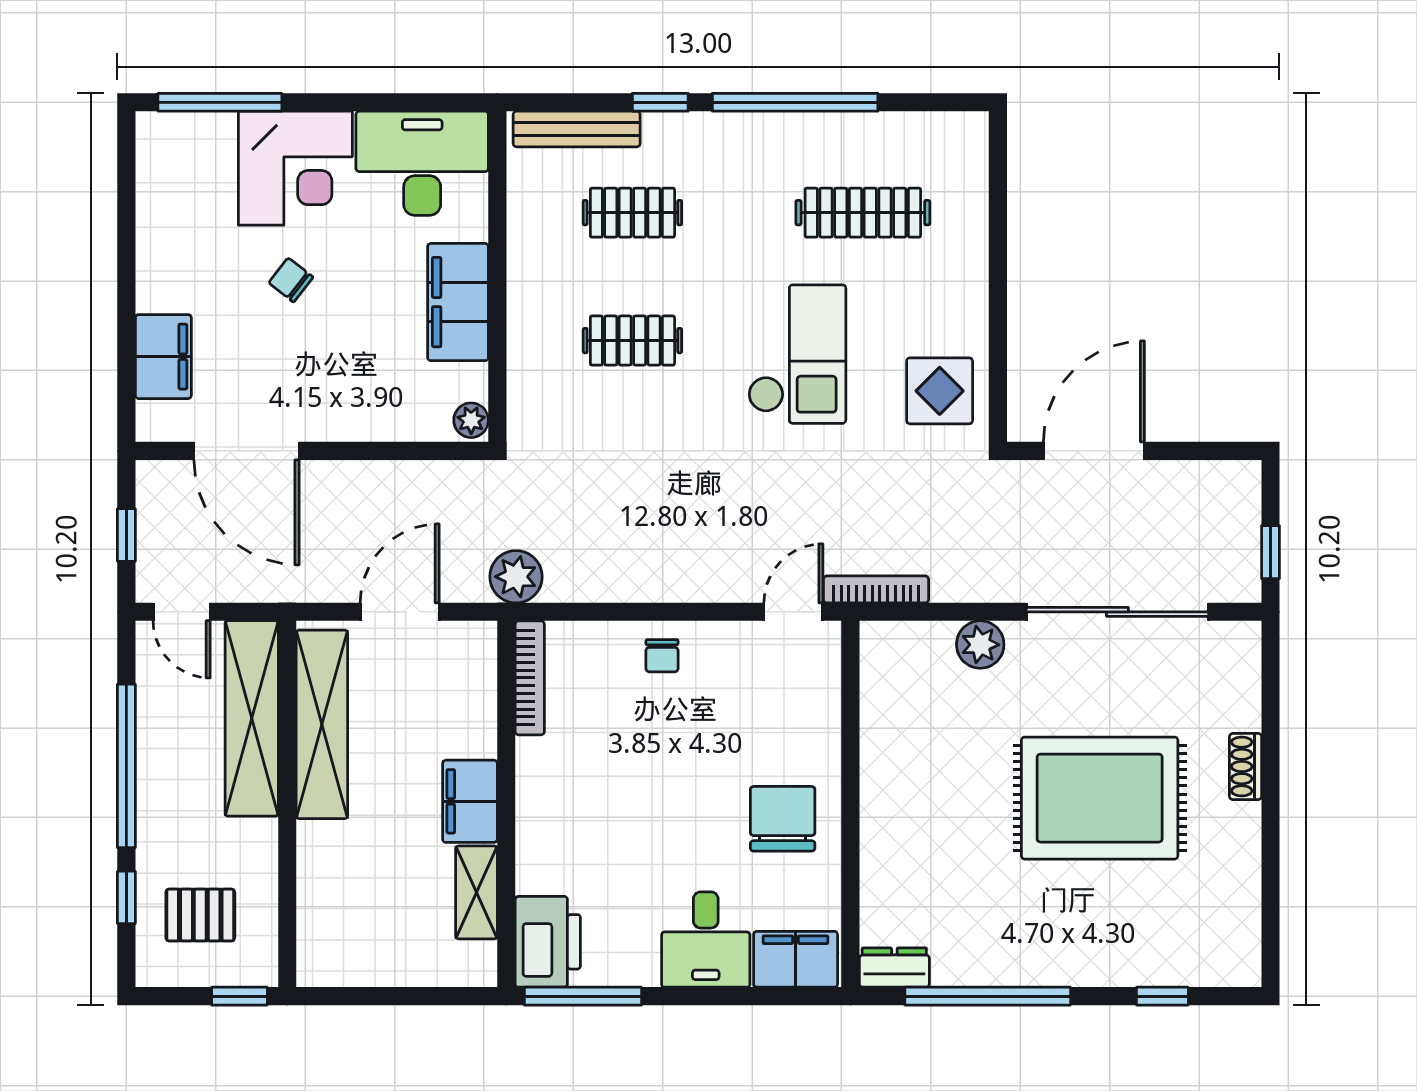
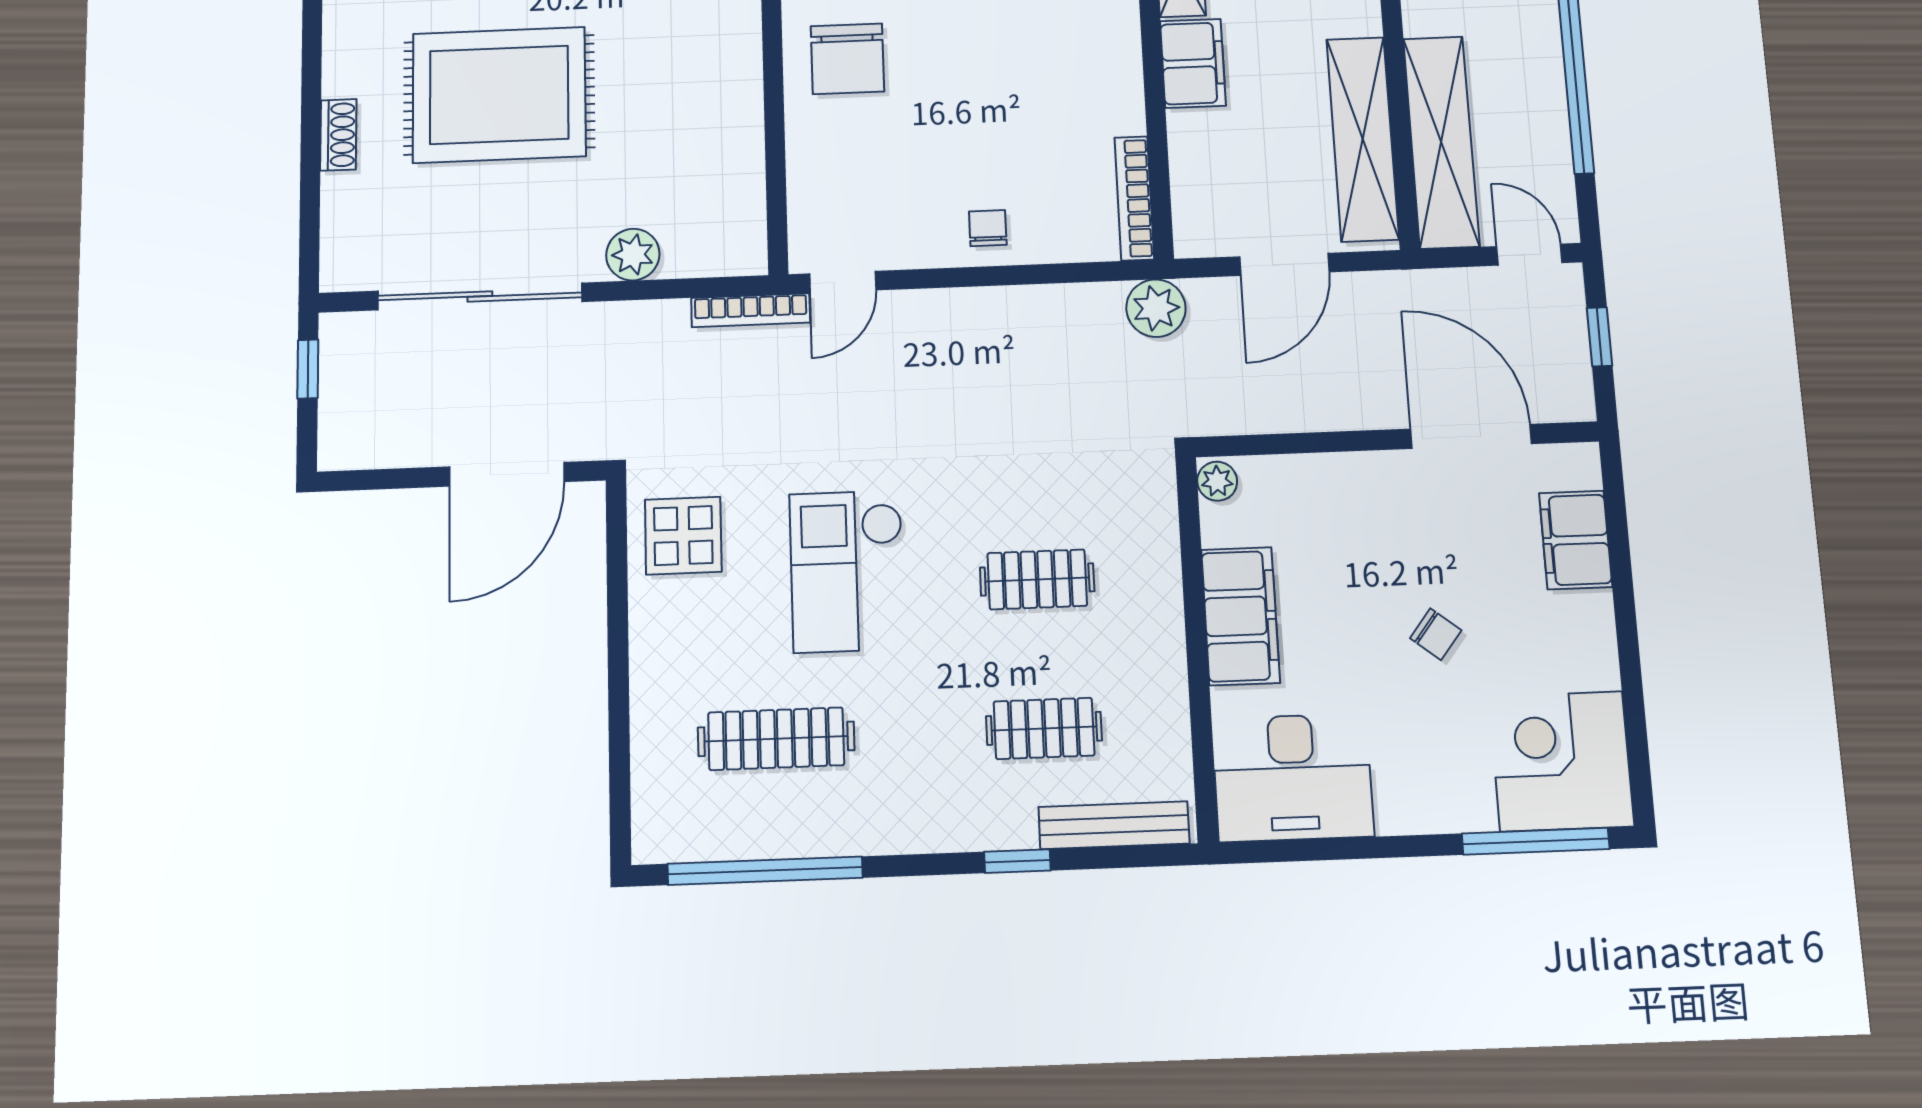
window: (795, 102) -> (765, 871), moved
corner desk: (295, 168) -> (1561, 761), moved

